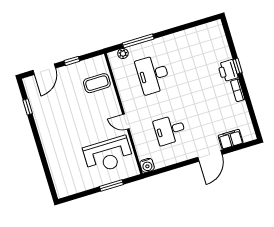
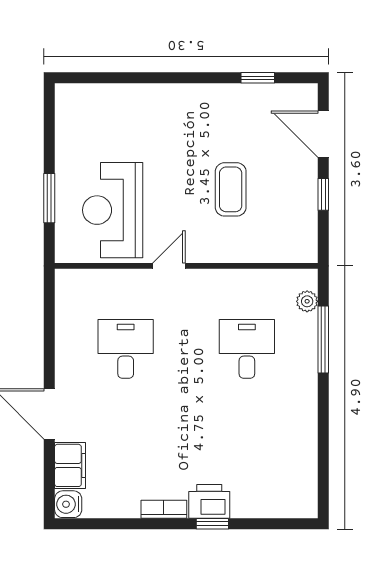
desk: (153, 74) -> (247, 349), width x0.73
coffee table: (97, 83) -> (231, 189), moved
water cooler: (147, 165) -> (68, 504), moved

